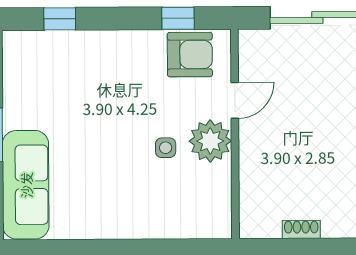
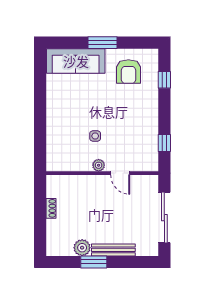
armchair: (190, 55) -> (128, 72), moved
plant: (210, 141) -> (99, 165), width x0.53, depth x0.53

